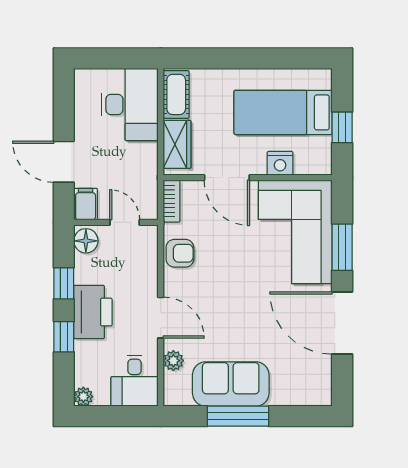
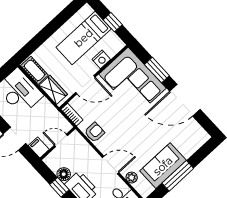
floor lamp: (86, 241) -> (64, 174), moved

